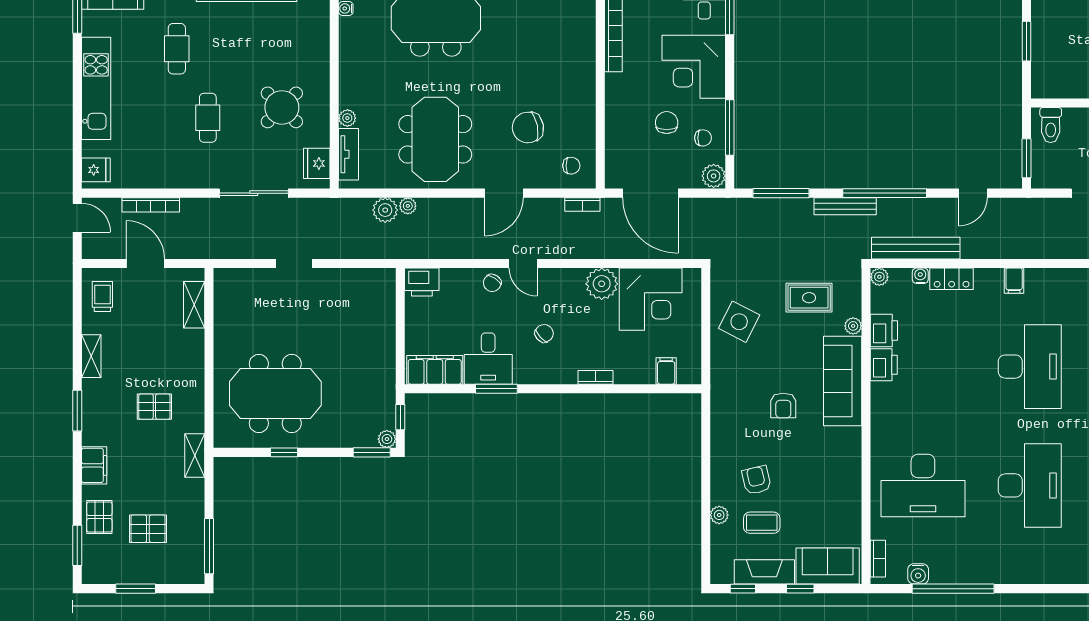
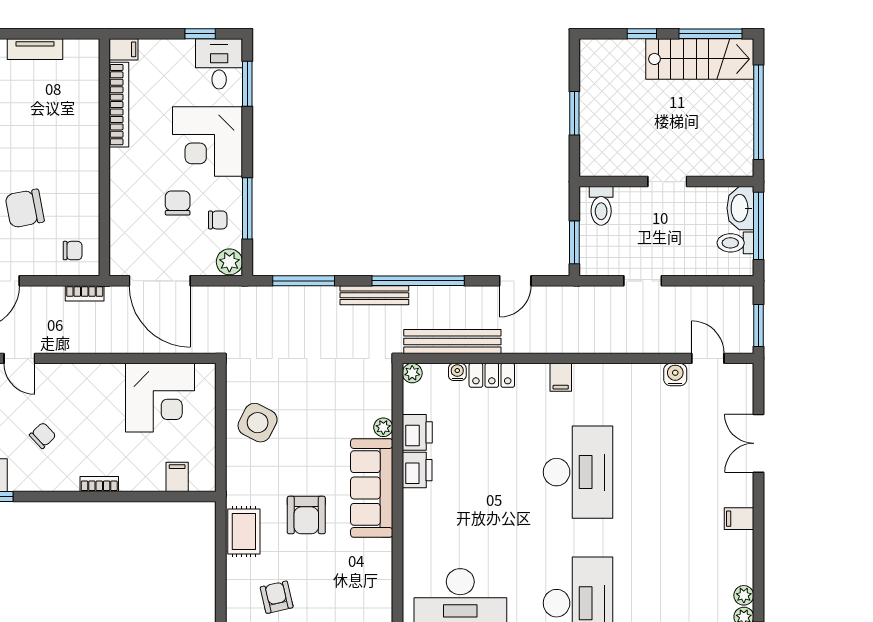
plant: (602, 284) -> (106, 381), removed
rug: (809, 298) -> (244, 532), moved, turned 90
armchair: (783, 406) -> (306, 515), width x1.38, depth x1.38

